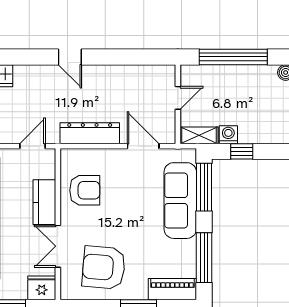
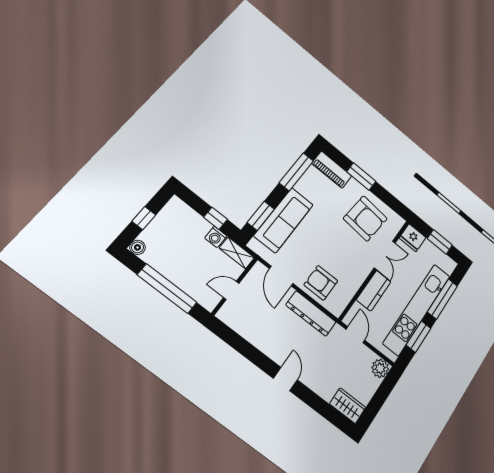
door: (32, 146) -> (355, 335), swing flipped
window: (204, 187) -> (261, 216), width x0.69
armchair: (85, 190) -> (321, 283), moved

